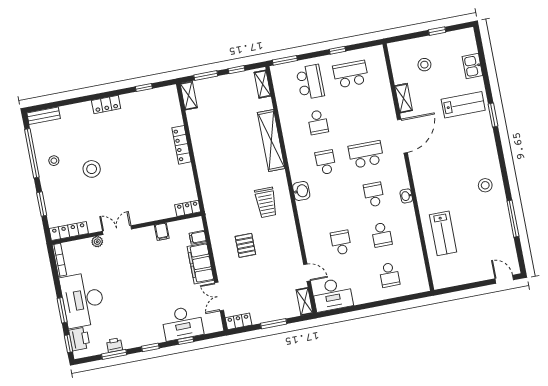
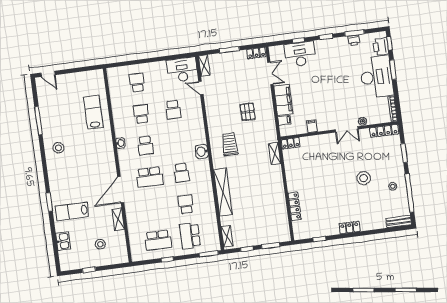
shelving: (189, 96) -> (275, 154), moved
locker: (181, 145) -> (295, 206), moved

